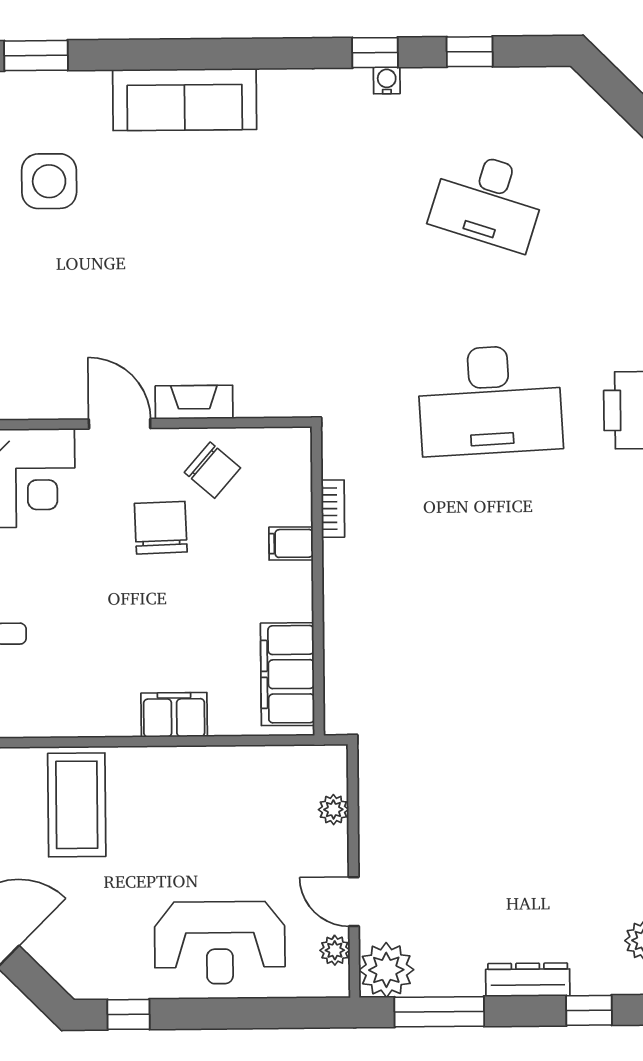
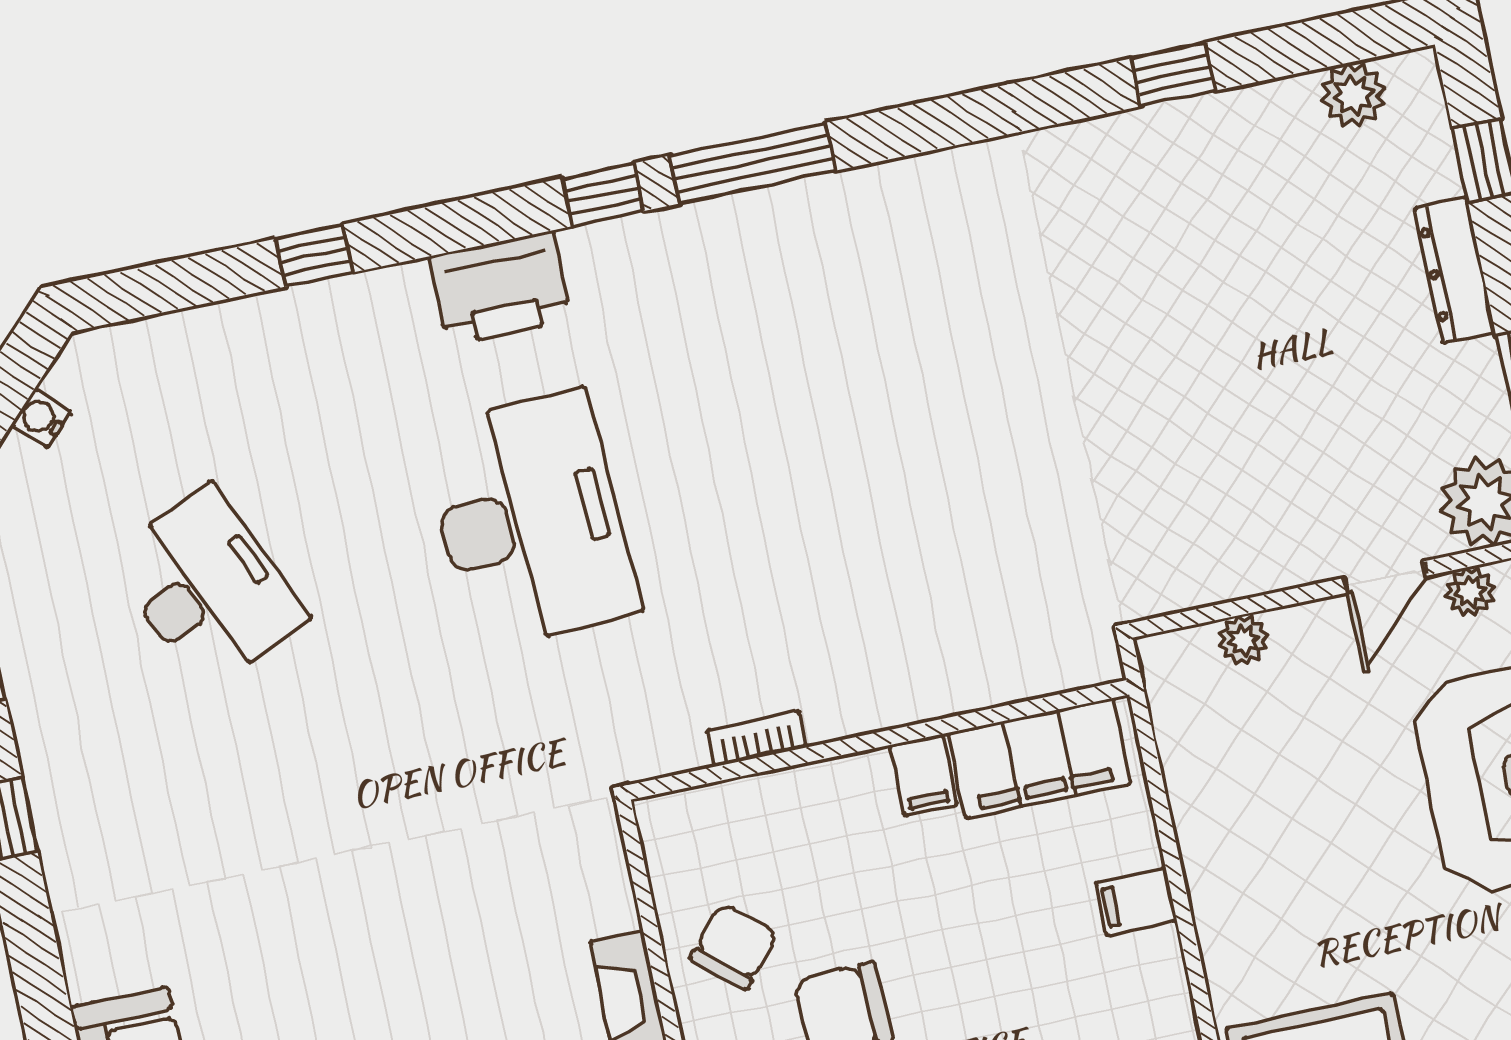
water cooler: (387, 81) -> (41, 418), moved, turned 45
desk: (488, 200) -> (208, 588), turned -42
filing cabinet: (291, 543) -> (923, 775), moved
filing cabinet: (174, 715) -> (1136, 902), width x0.50

